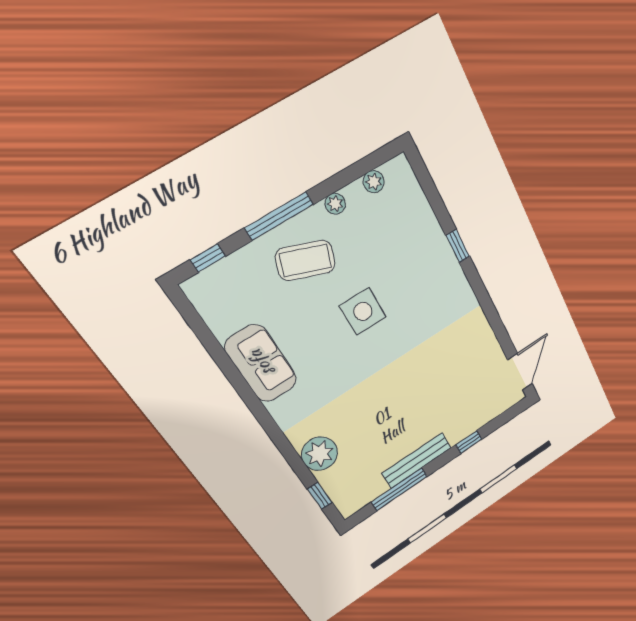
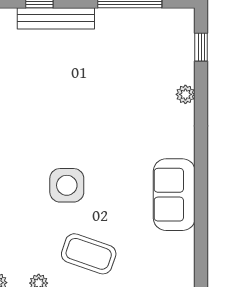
plant: (320, 454) -> (185, 94), width x0.53, depth x0.53
bench: (417, 461) -> (56, 18), moved

